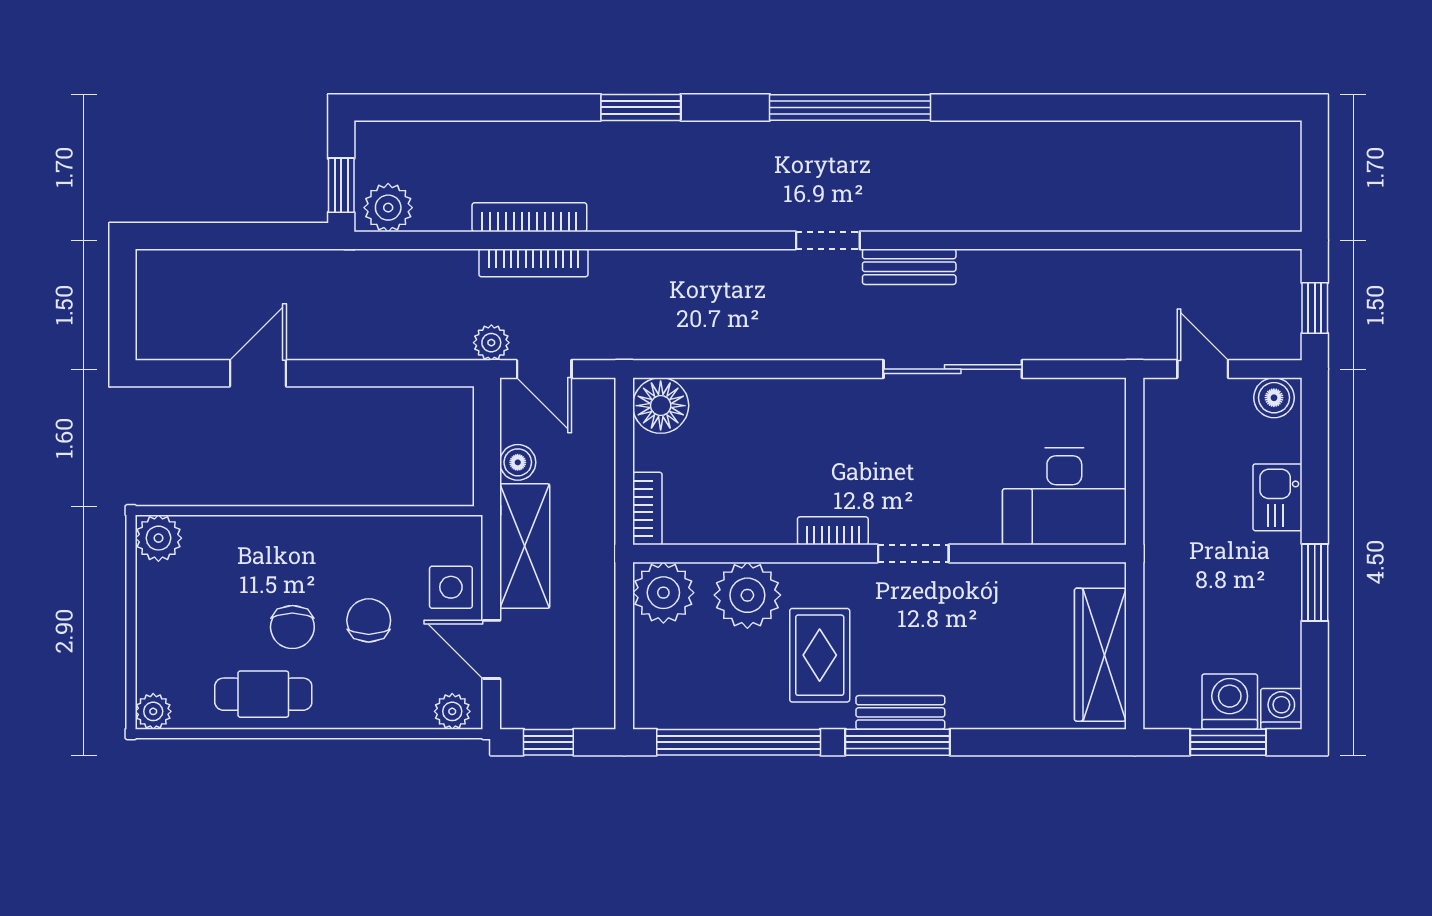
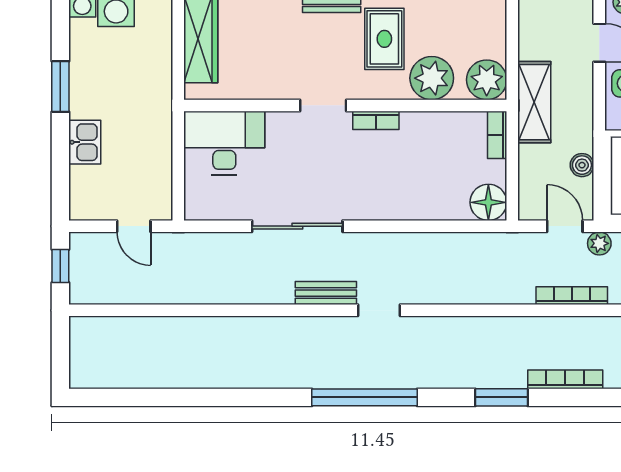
bookcase: (529, 217) -> (565, 379), moved, turned 180
boiler: (1274, 398) -> (87, 207), removed
shelving: (525, 546) -> (534, 102), moved

